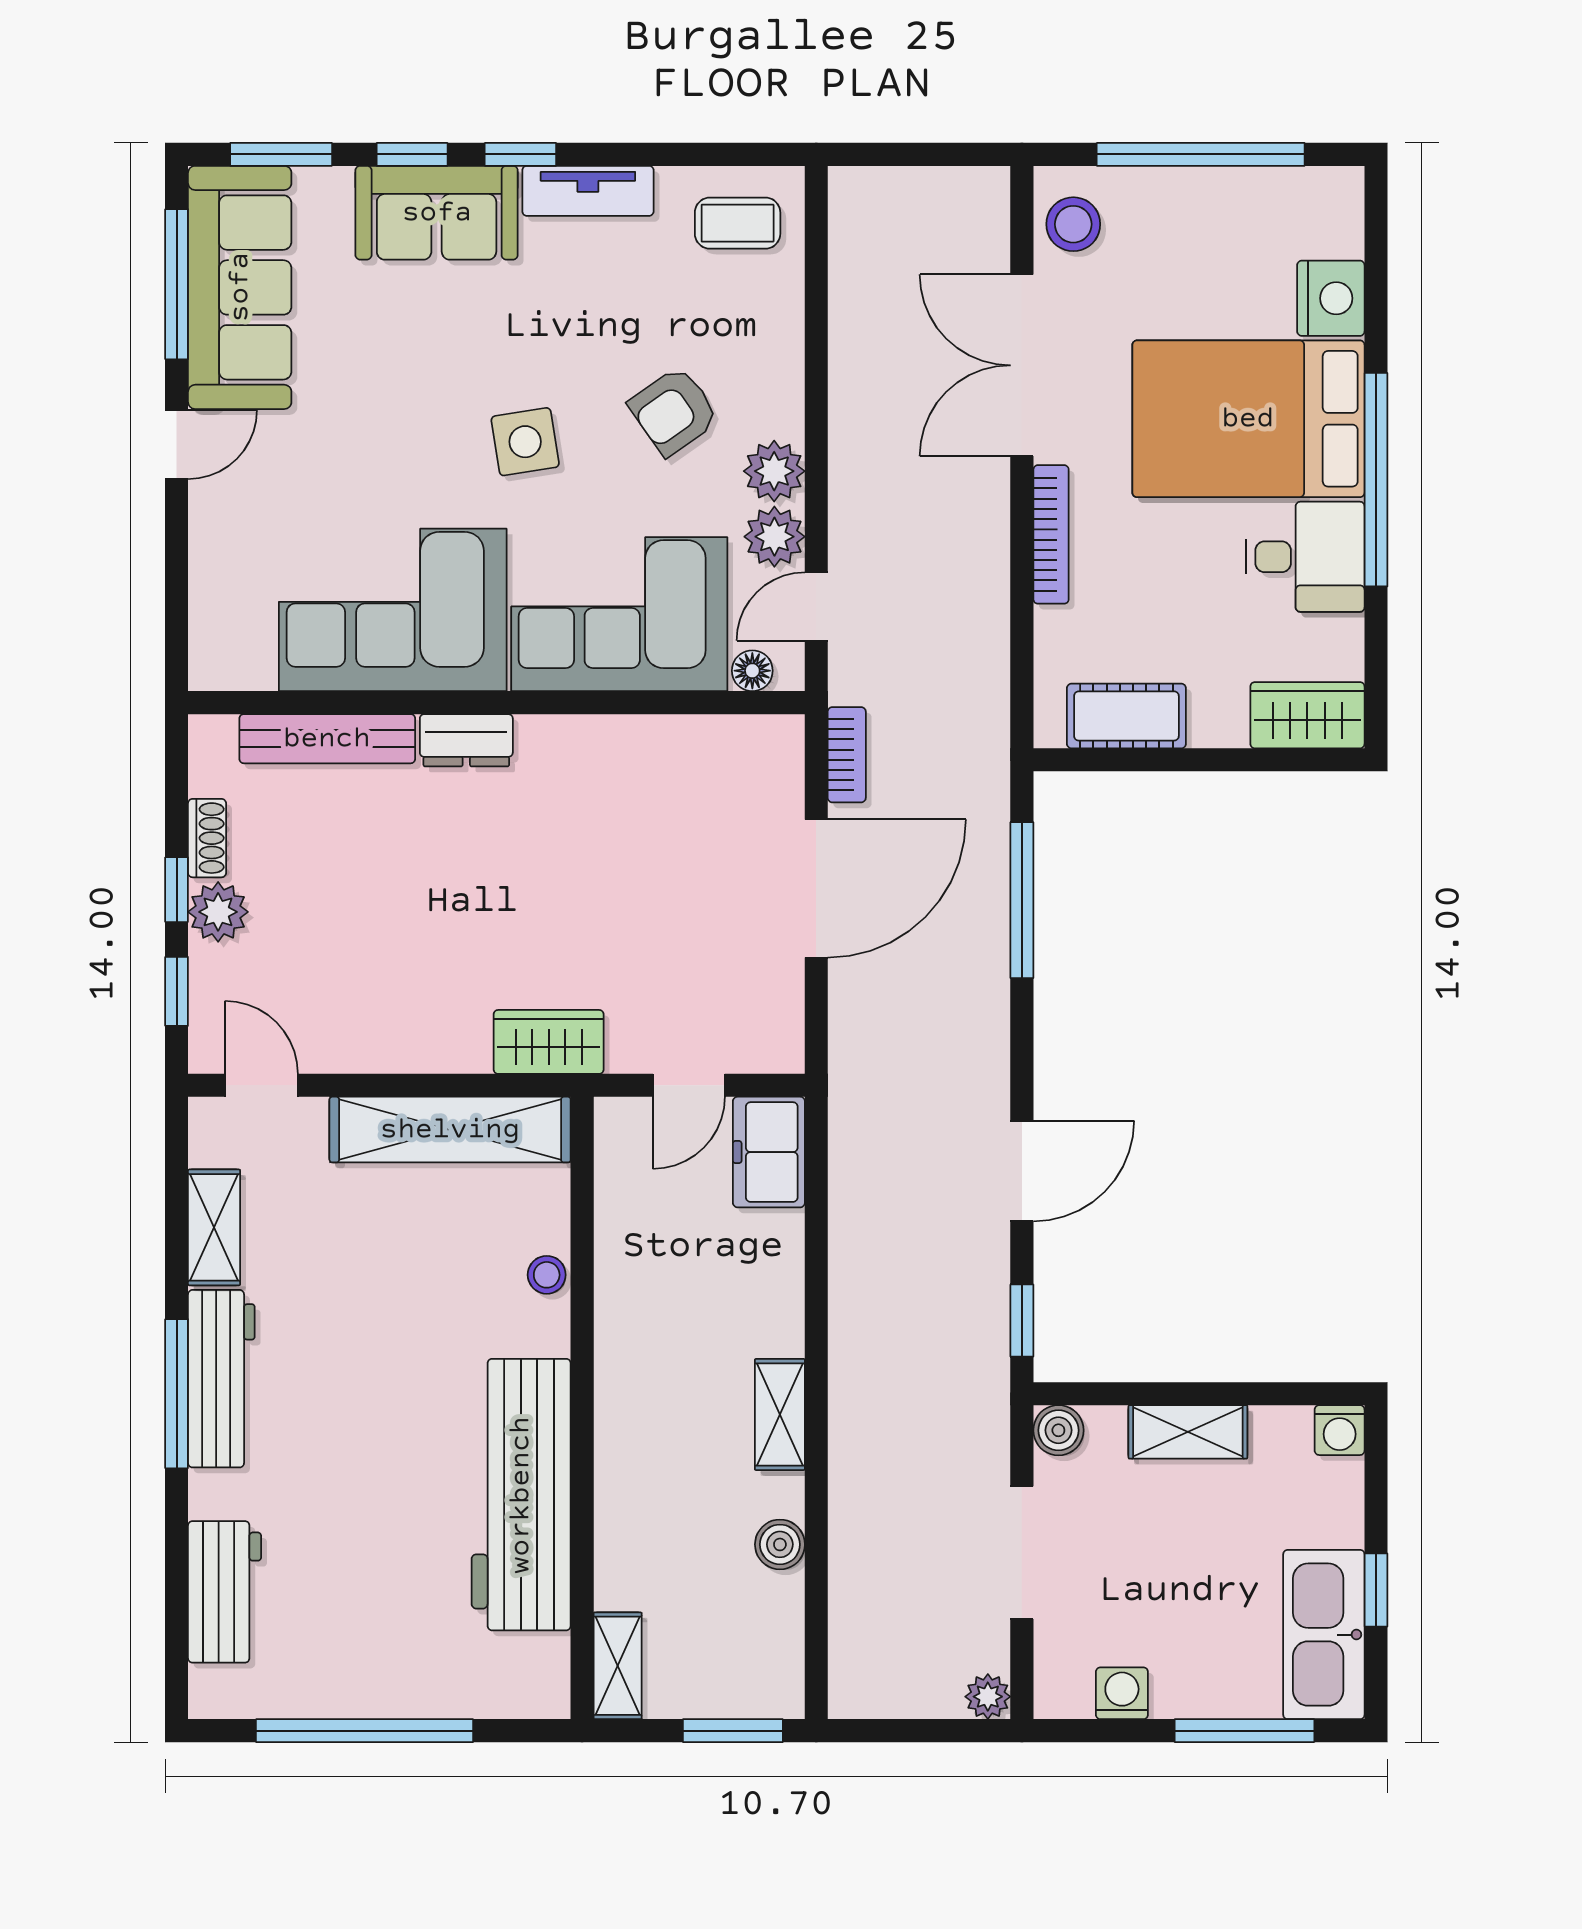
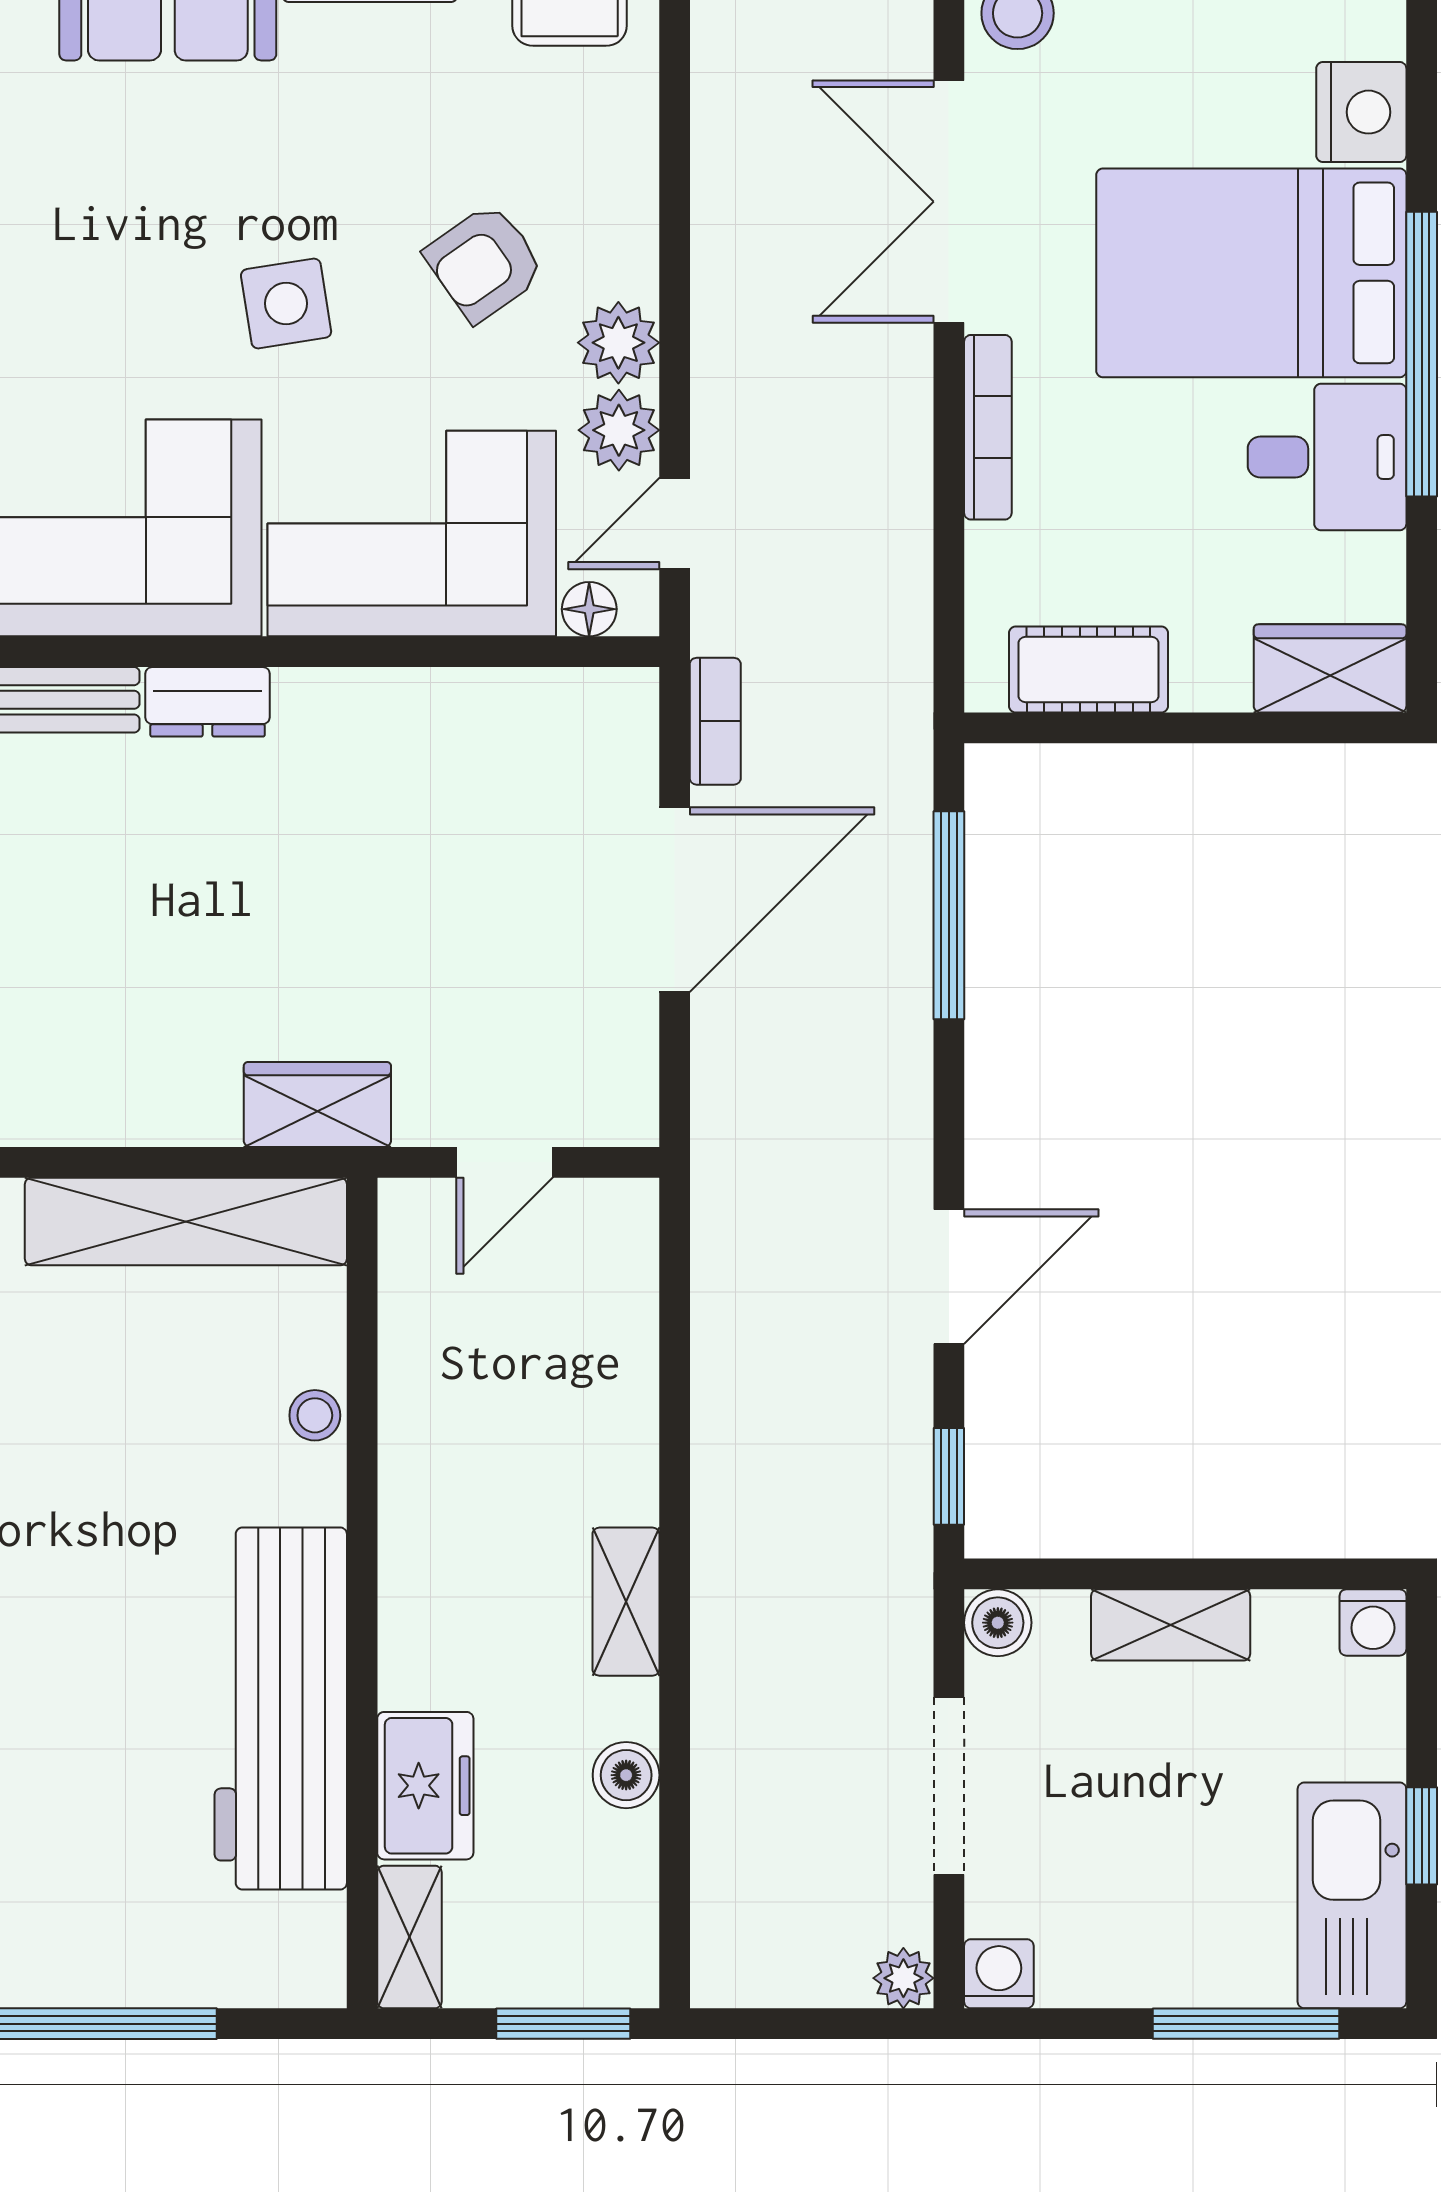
freezer: (769, 1152) -> (425, 1786), moved, turned 180
washing machine: (1122, 1693) -> (999, 1974), moved

